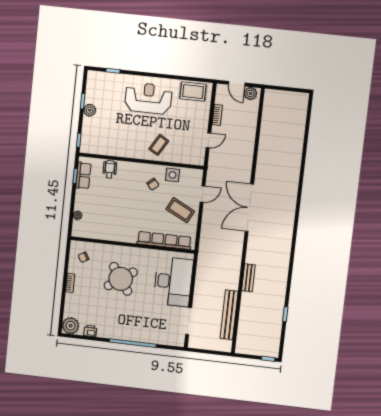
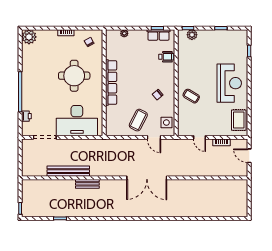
door: (237, 84) -> (249, 156), hinge flipped
plant: (251, 93) -> (242, 168), removed
plant: (90, 110) -> (192, 35), moved
side table: (173, 175) -> (166, 123), moved
double door: (249, 208) -> (147, 178), swing flipped
row of seats: (164, 240) -> (111, 83), moved
round table: (121, 279) -> (74, 76), turned 35
bench: (229, 315) -> (68, 171), moved
printer: (90, 331) -> (26, 116), moved

